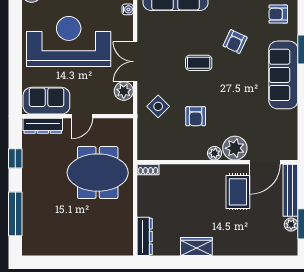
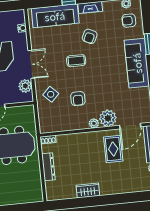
armchair: (235, 42) -> (90, 36), moved
double door: (135, 62) -> (31, 64), swing flipped
dresser: (145, 236) -> (48, 167), moved

